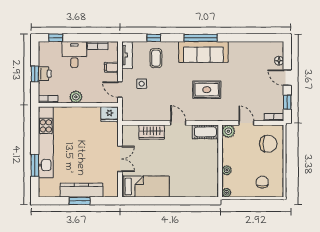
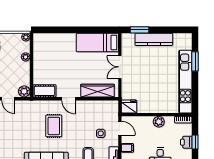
rug: (207, 90) -> (54, 126), moved, turned 90
wardrobe: (152, 132) -> (98, 91), width x1.50
window: (80, 201) -> (139, 30), moved

